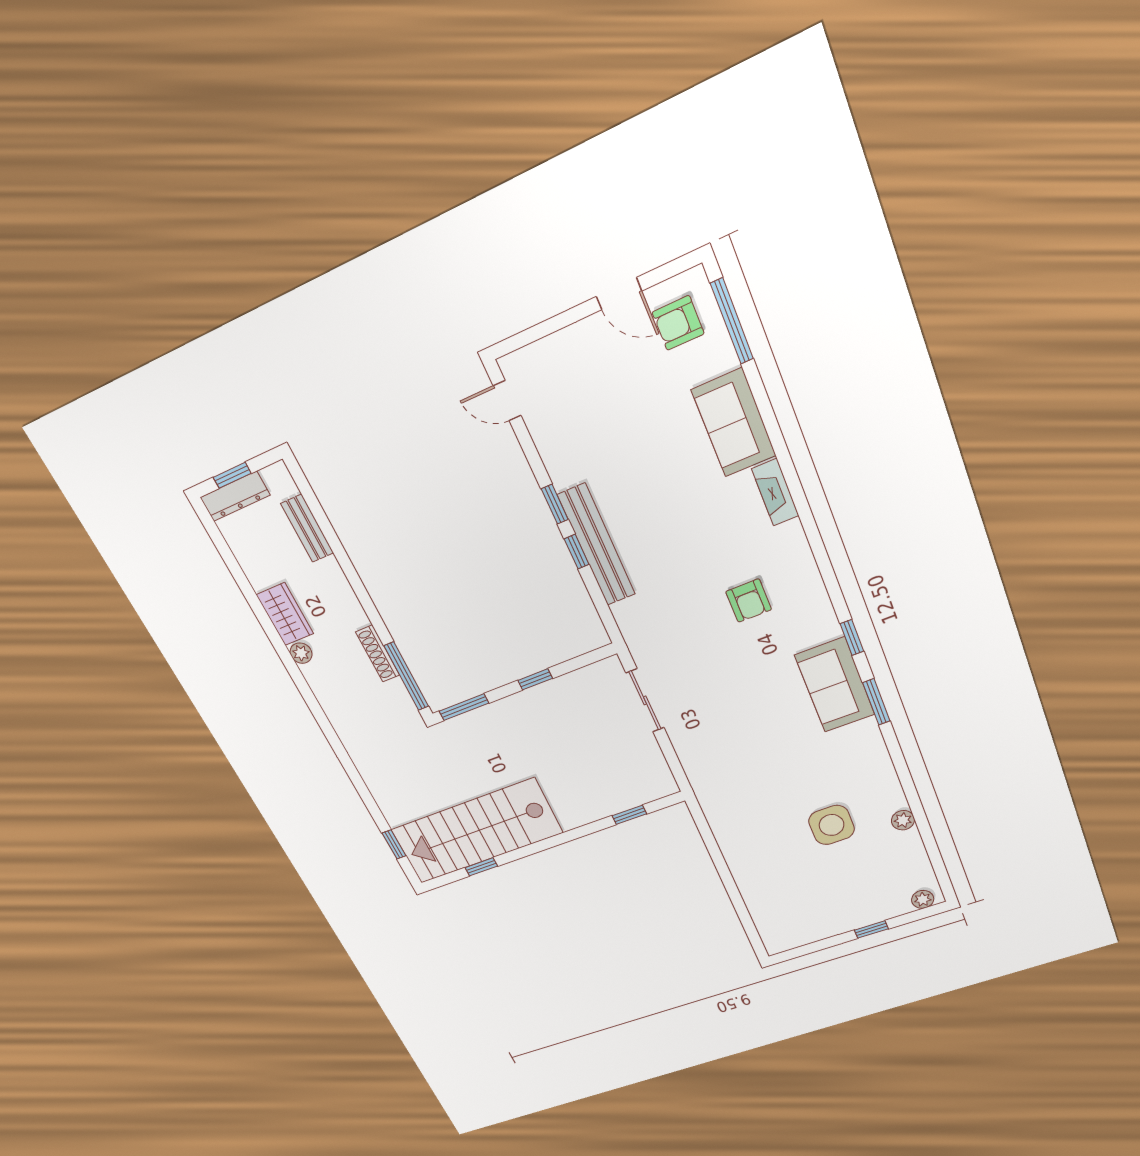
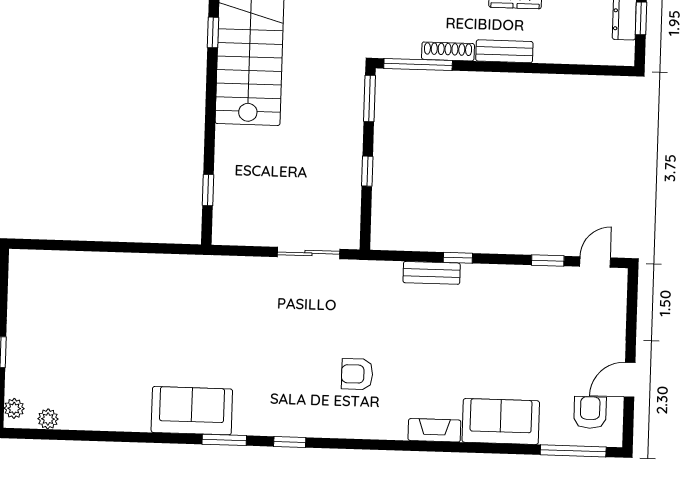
window: (555, 504) -> (548, 261), moved
bench: (307, 528) -> (504, 51), moved
bench: (597, 545) -> (432, 273), width x0.54, depth x0.82
sofa: (835, 685) -> (192, 411), moved
plant: (903, 820) -> (48, 419), moved
side table: (832, 825) -> (123, 359), removed

